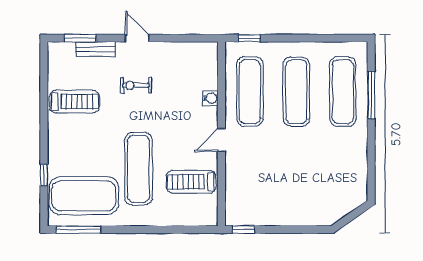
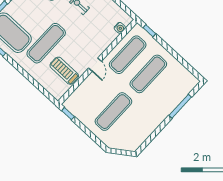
exercise mat: (343, 92) -> (113, 112), moved
water cooler: (210, 98) -> (120, 28), moved
door: (221, 140) -> (95, 65), swing flipped

